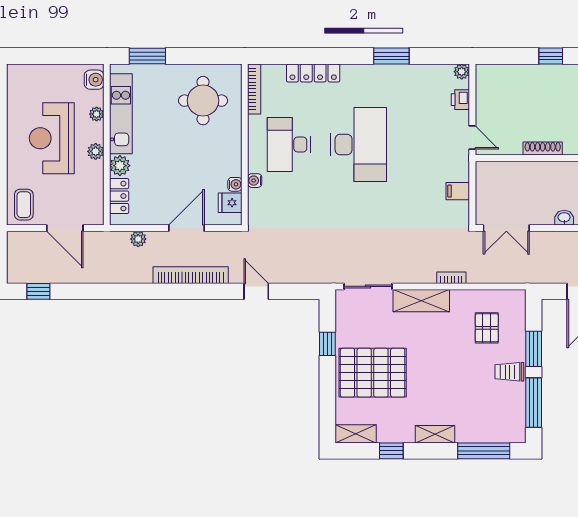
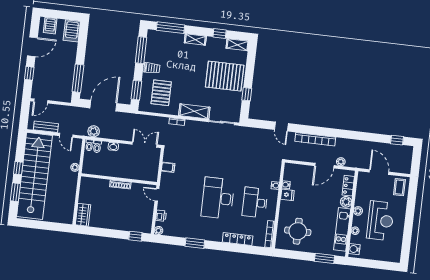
window: (551, 56) -> (135, 236), moved
desk: (289, 144) -> (255, 203), turned 180
fridge: (230, 203) -> (287, 195), moved
door: (187, 228) -> (324, 166), moved
pallet: (487, 328) -> (161, 93), width x1.50, depth x1.42
window: (534, 349) -> (136, 90), moved

